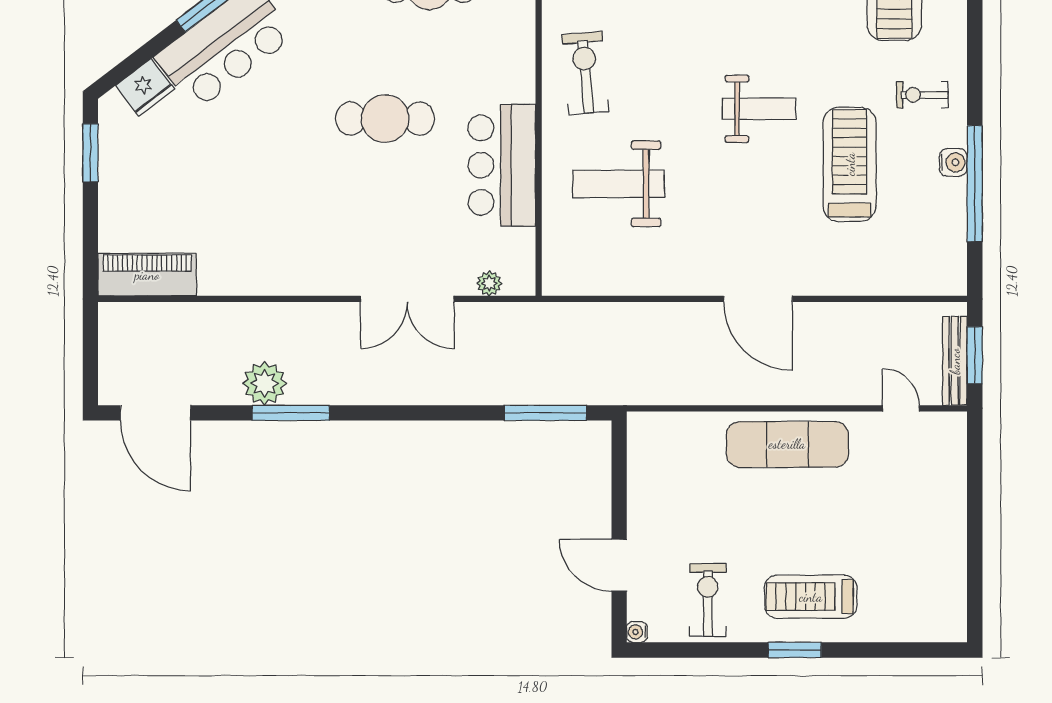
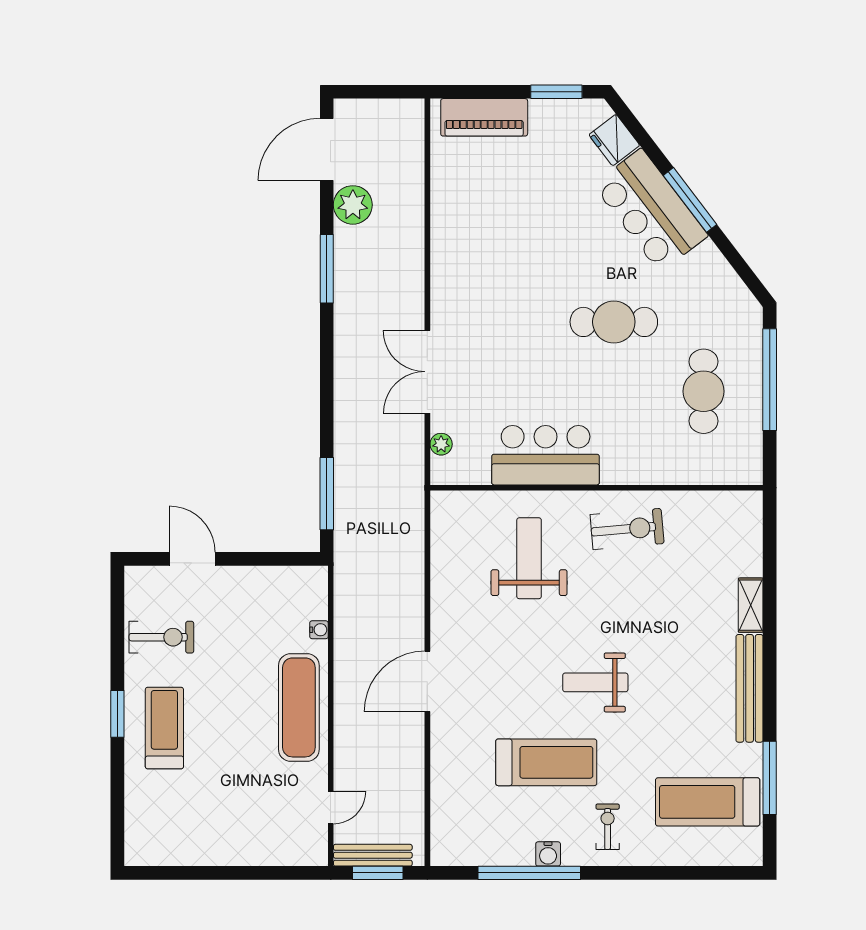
weight bench: (759, 109) -> (595, 682), turned 90
cafe table: (385, 119) -> (614, 322), moved, turned 90
piano: (147, 275) -> (484, 117), moved, turned 90
plant: (265, 383) -> (353, 205), moved
door: (619, 565) -> (192, 559), hinge flipped
water cooler: (637, 632) -> (319, 630), moved, turned 90

